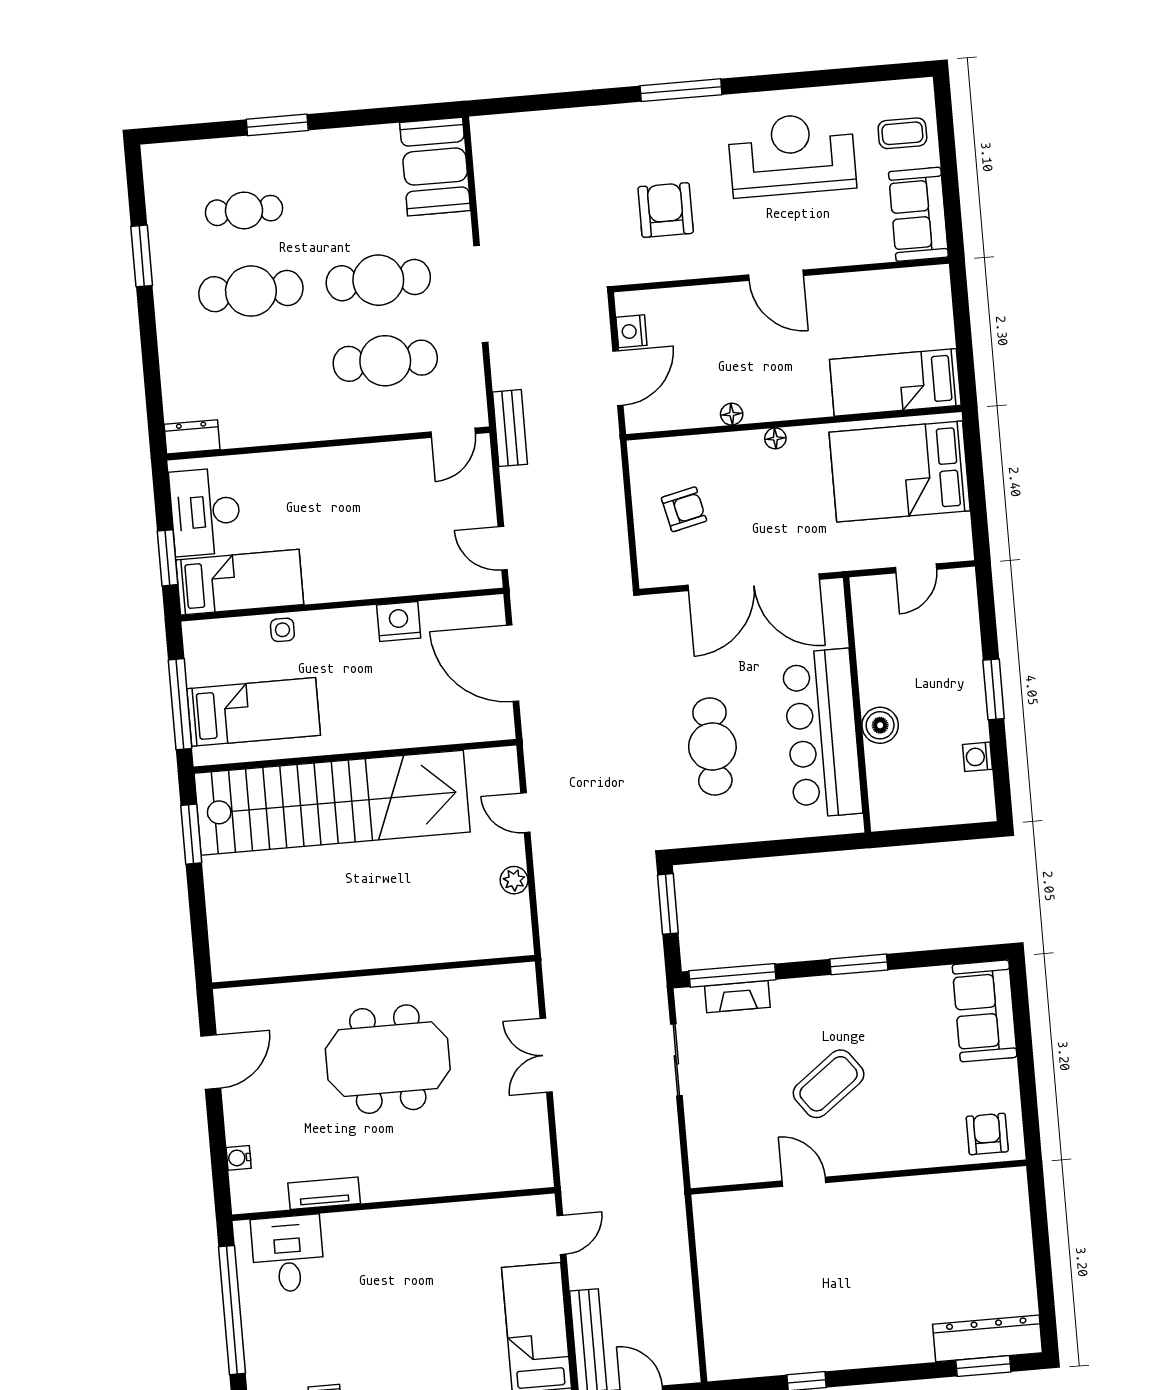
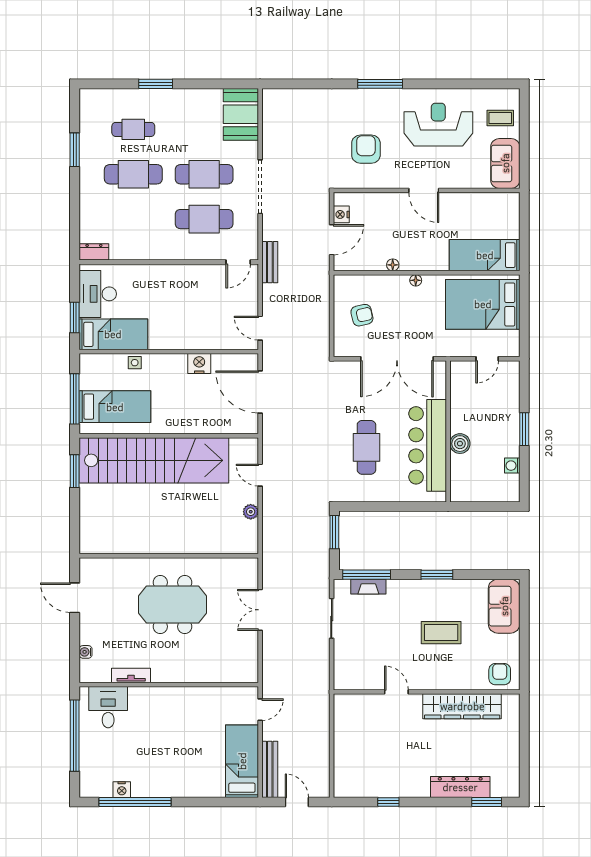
door: (211, 1062) -> (75, 598), swing flipped
coffee table: (829, 1084) -> (441, 633), moved, turned 37
wardrobe: (924, 1198) -> (462, 706), added
dresser: (988, 1338) -> (460, 787), moved

